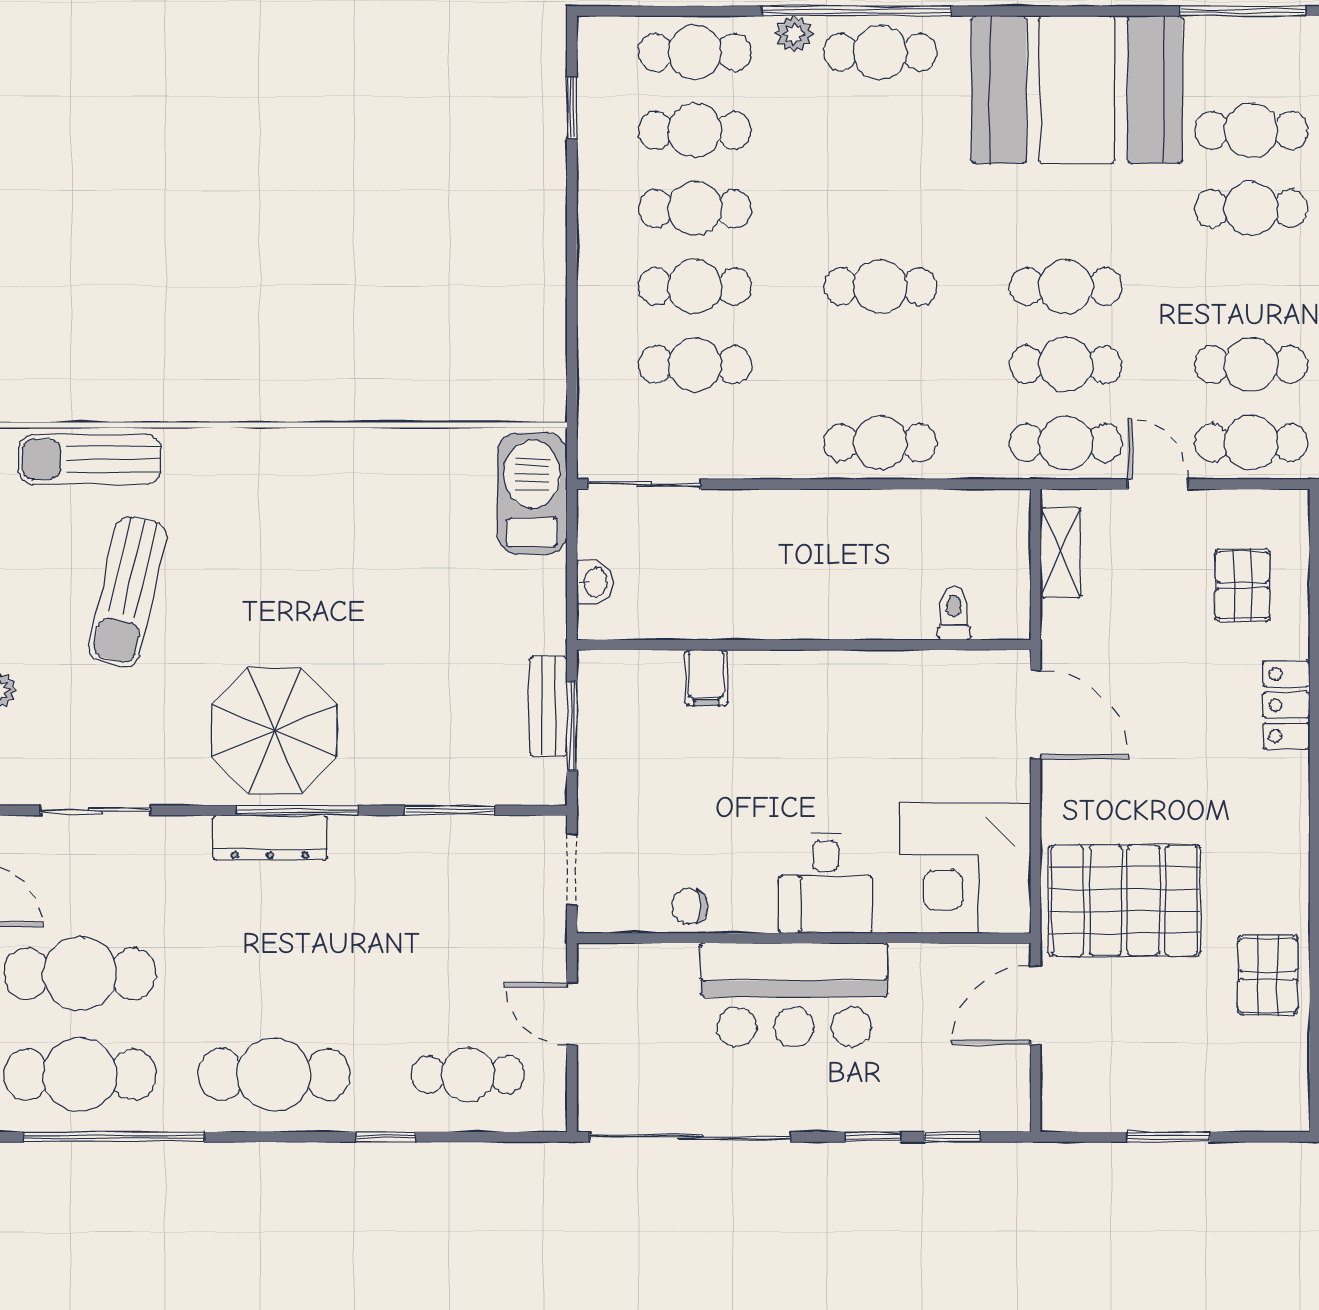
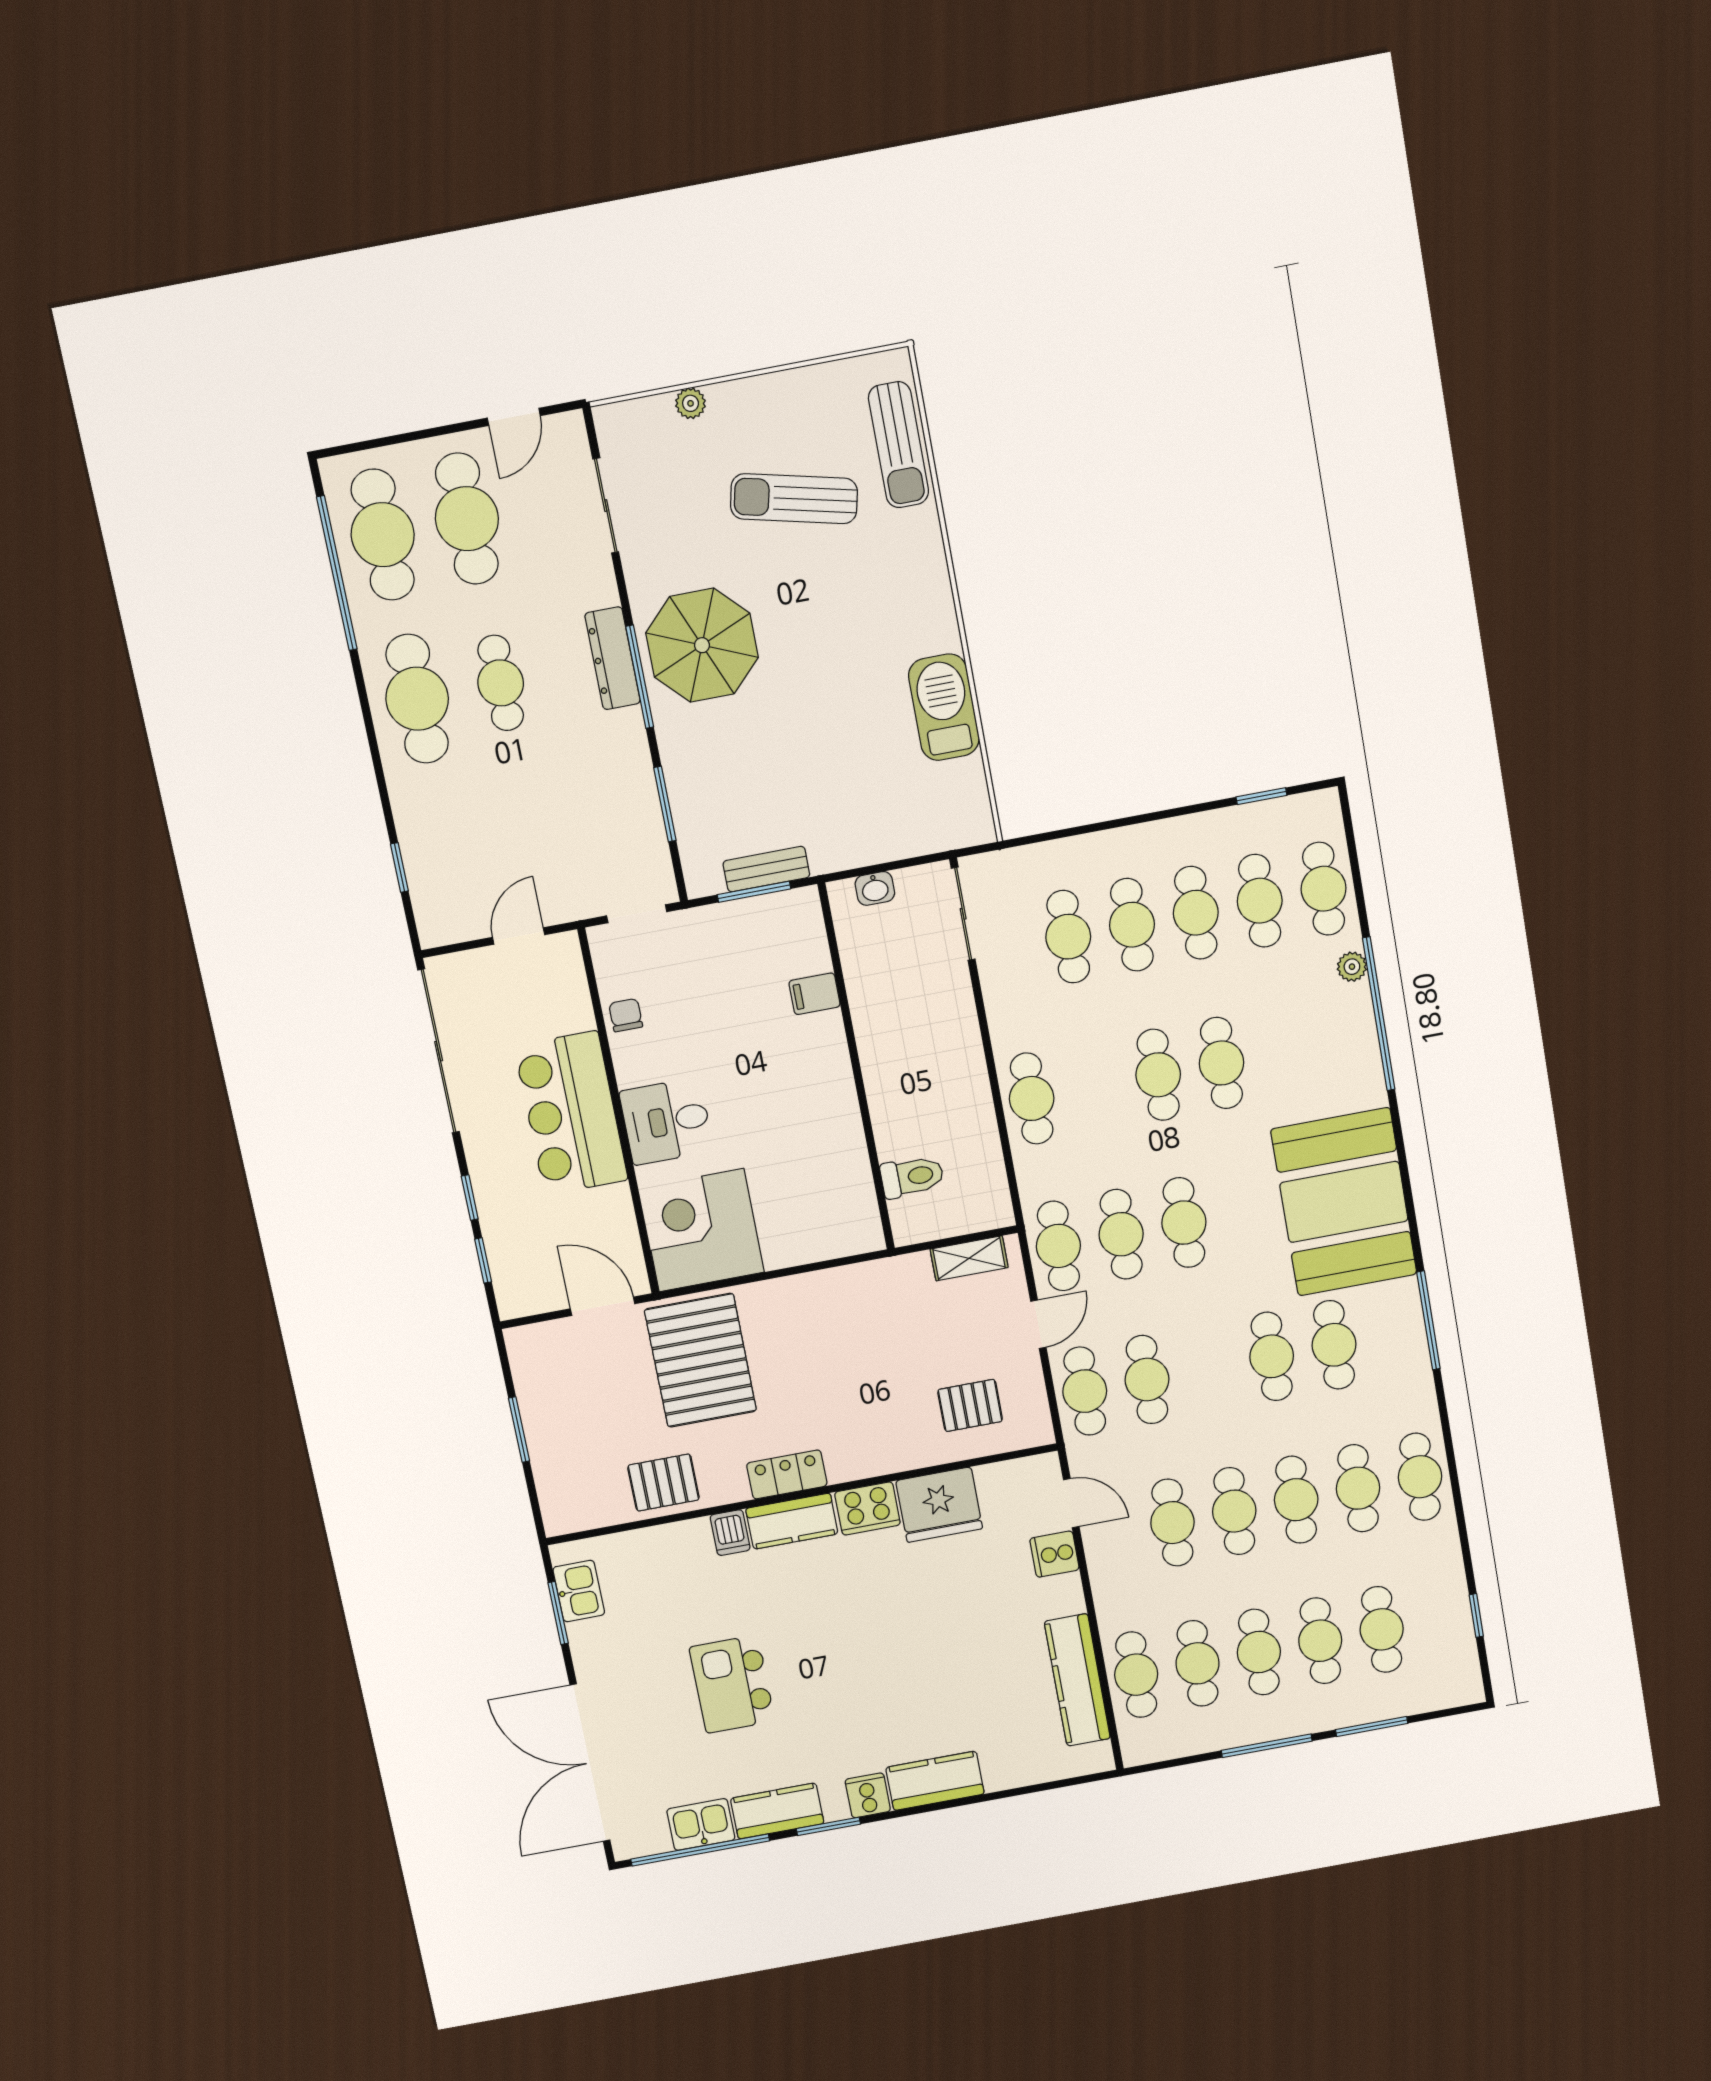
cafe table: (880, 52) -> (1221, 1063), moved
sun lounger: (89, 459) -> (899, 445), turned 180
barbecue: (532, 494) -> (944, 707), moved, turned -90
toilet: (954, 613) -> (912, 1177), width x1.37, depth x1.39
locker: (1286, 705) -> (787, 1474), moved
door: (1036, 715) -> (836, 1263), removed
cafe table: (468, 1075) -> (501, 683), moved
window: (386, 1137) -> (399, 868), moved

